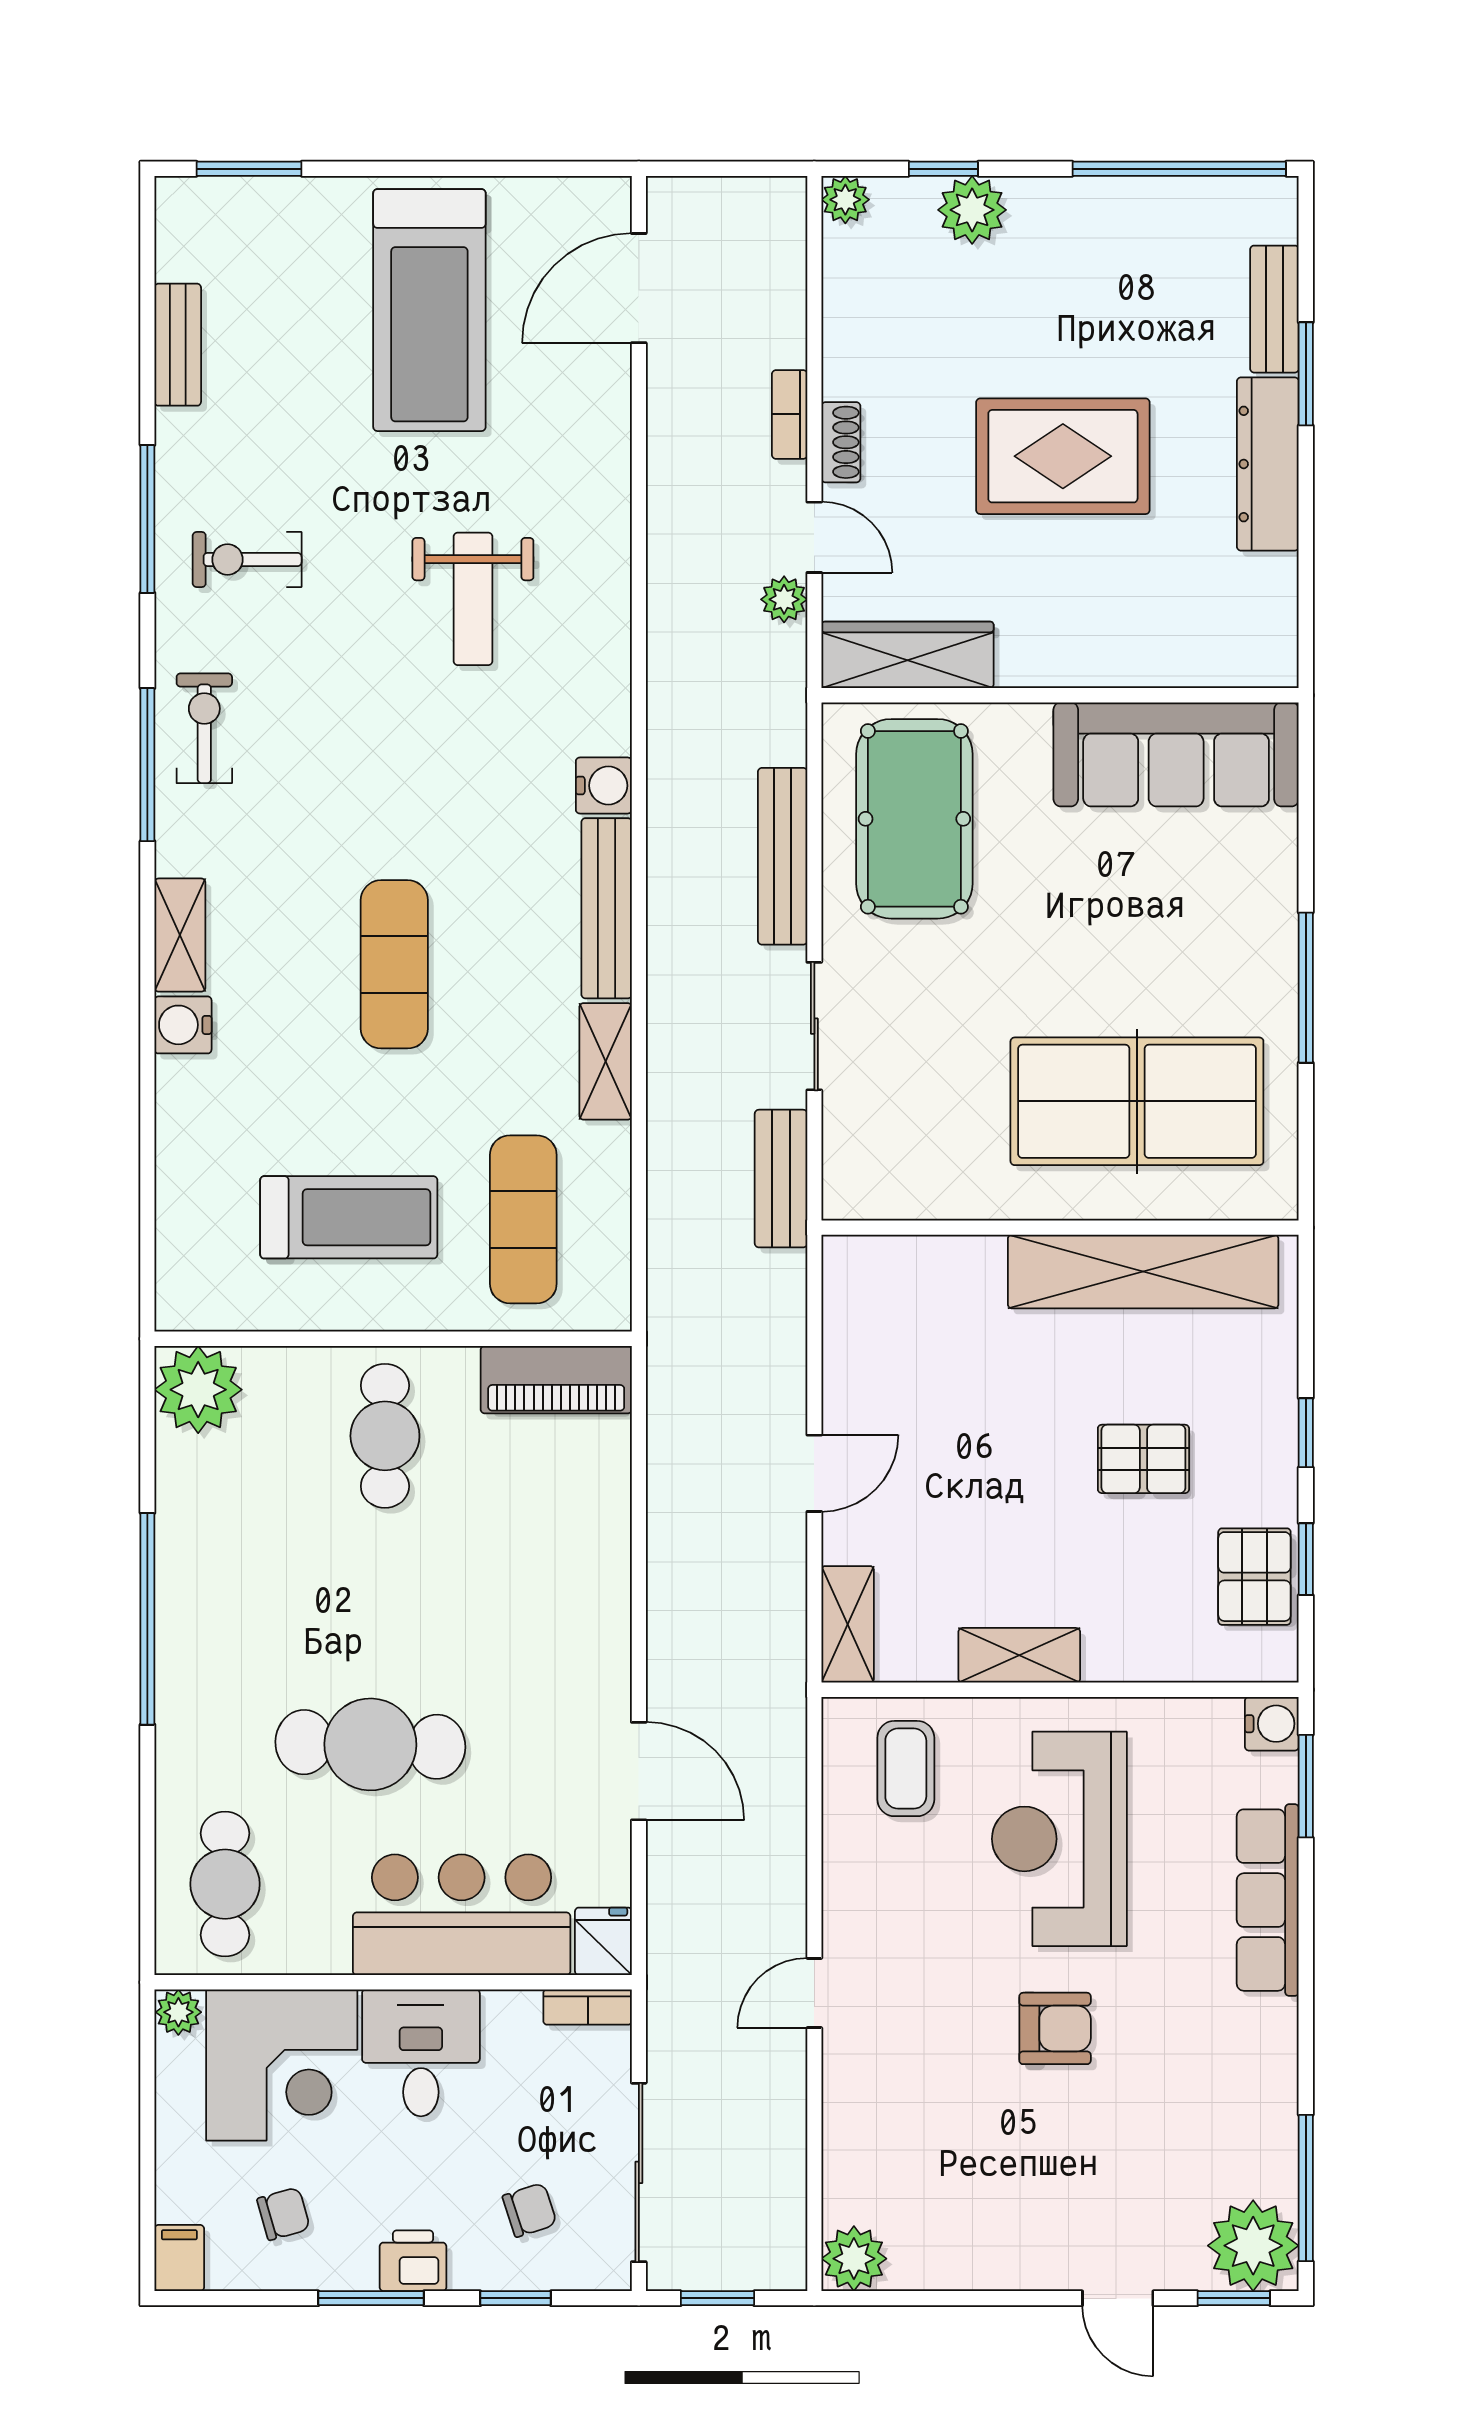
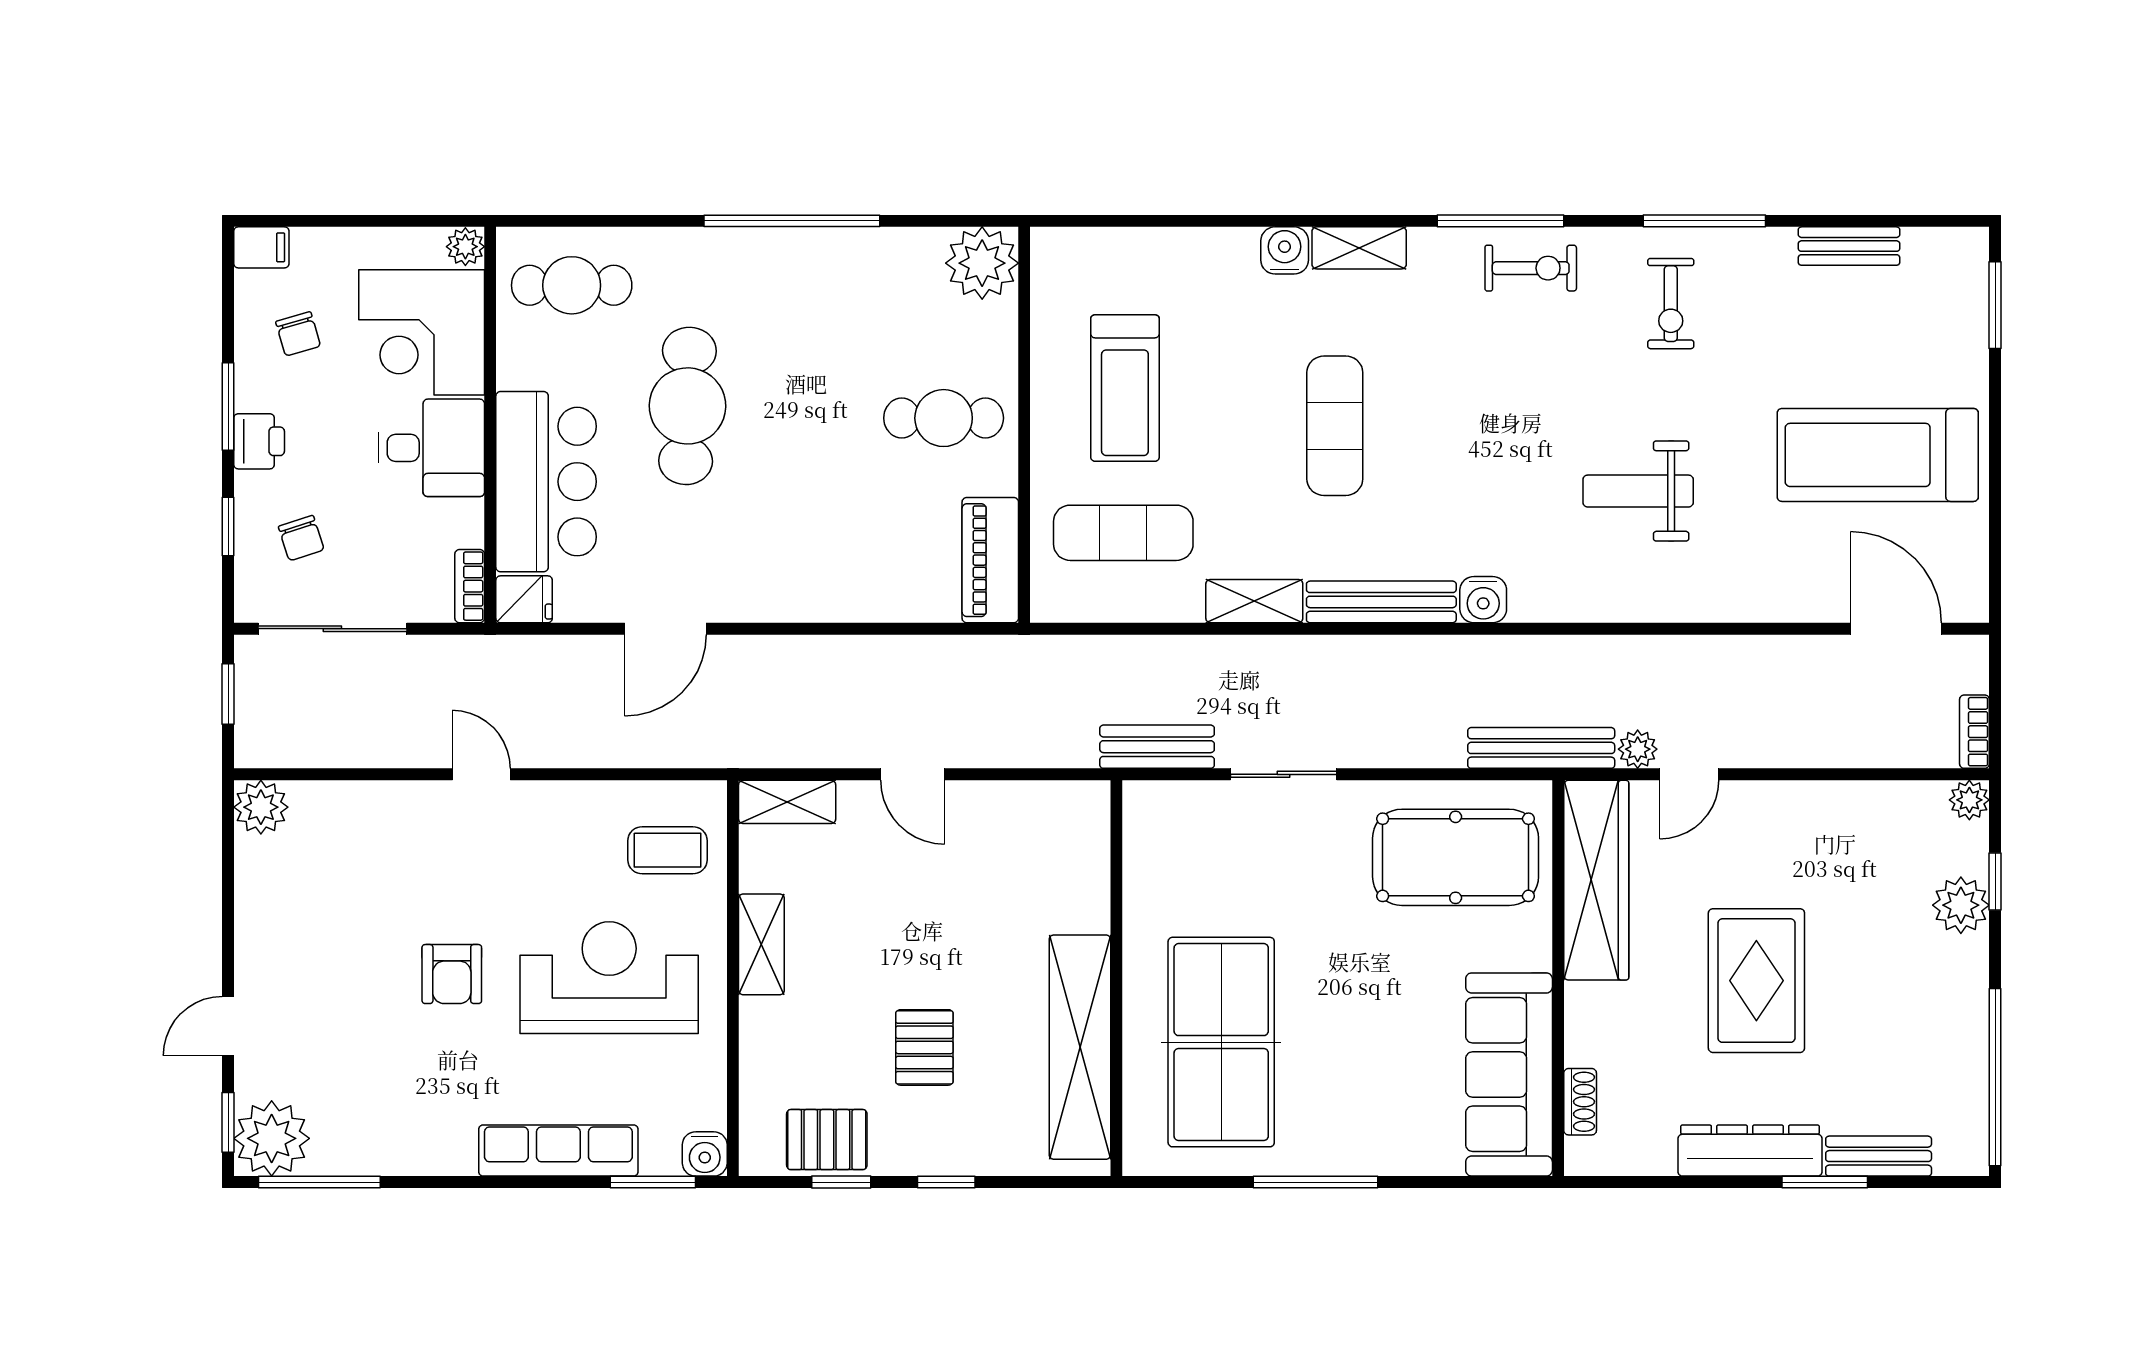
bookcase: (790, 414) -> (1974, 732), moved, turned -90
shoe rack: (841, 442) -> (1580, 1102), moved, turned -90
exercise bike: (247, 560) -> (1671, 304), turned 180
wardrobe: (907, 655) -> (1596, 880), width x1.40, depth x1.17
bench: (783, 856) -> (1541, 748), moved
exercise mat: (394, 964) -> (1335, 426), turned 90

